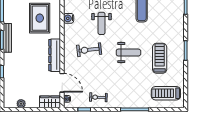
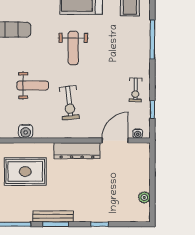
weight bench: (128, 53) -> (73, 48), turned 180
wardrobe: (50, 102) -> (142, 157), removed

